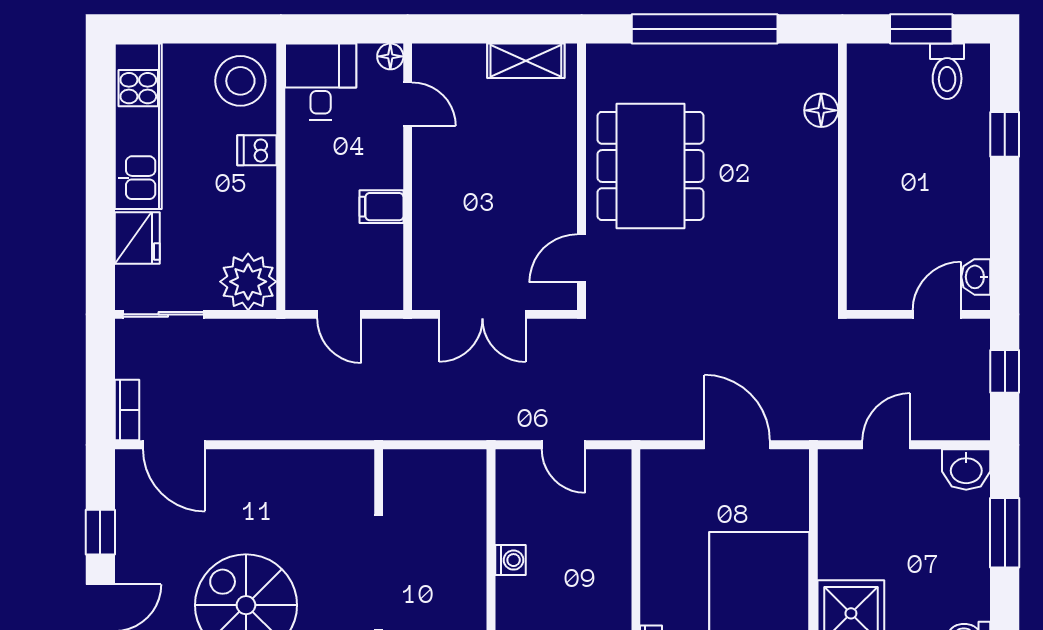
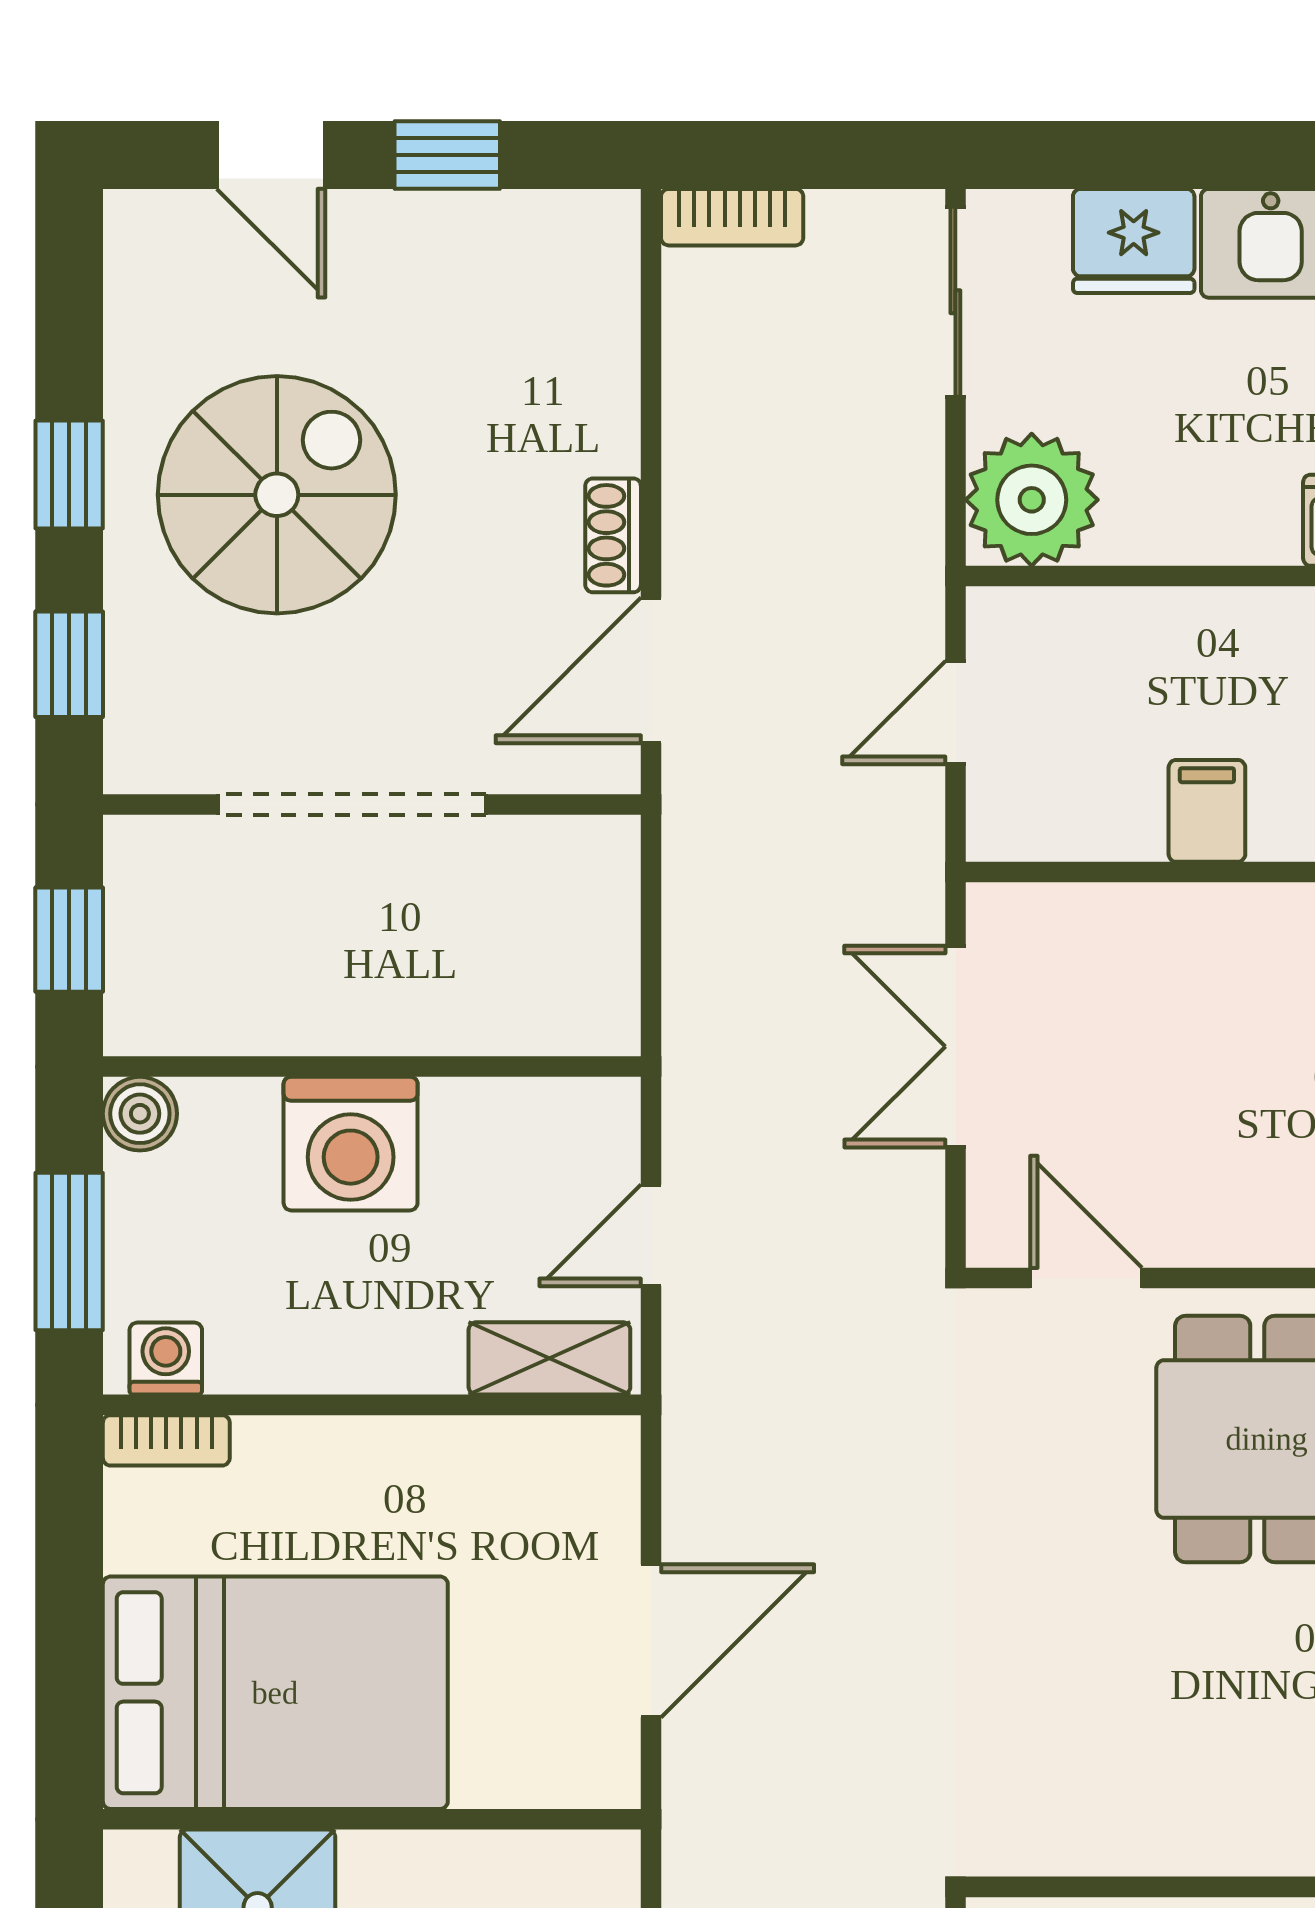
door: (174, 445) -> (651, 670), moved
shoe rack: (263, 461) -> (613, 535), added
shelving: (616, 488) -> (549, 1358), added
washing machine: (510, 560) -> (351, 1144), width x1.89, depth x1.89

